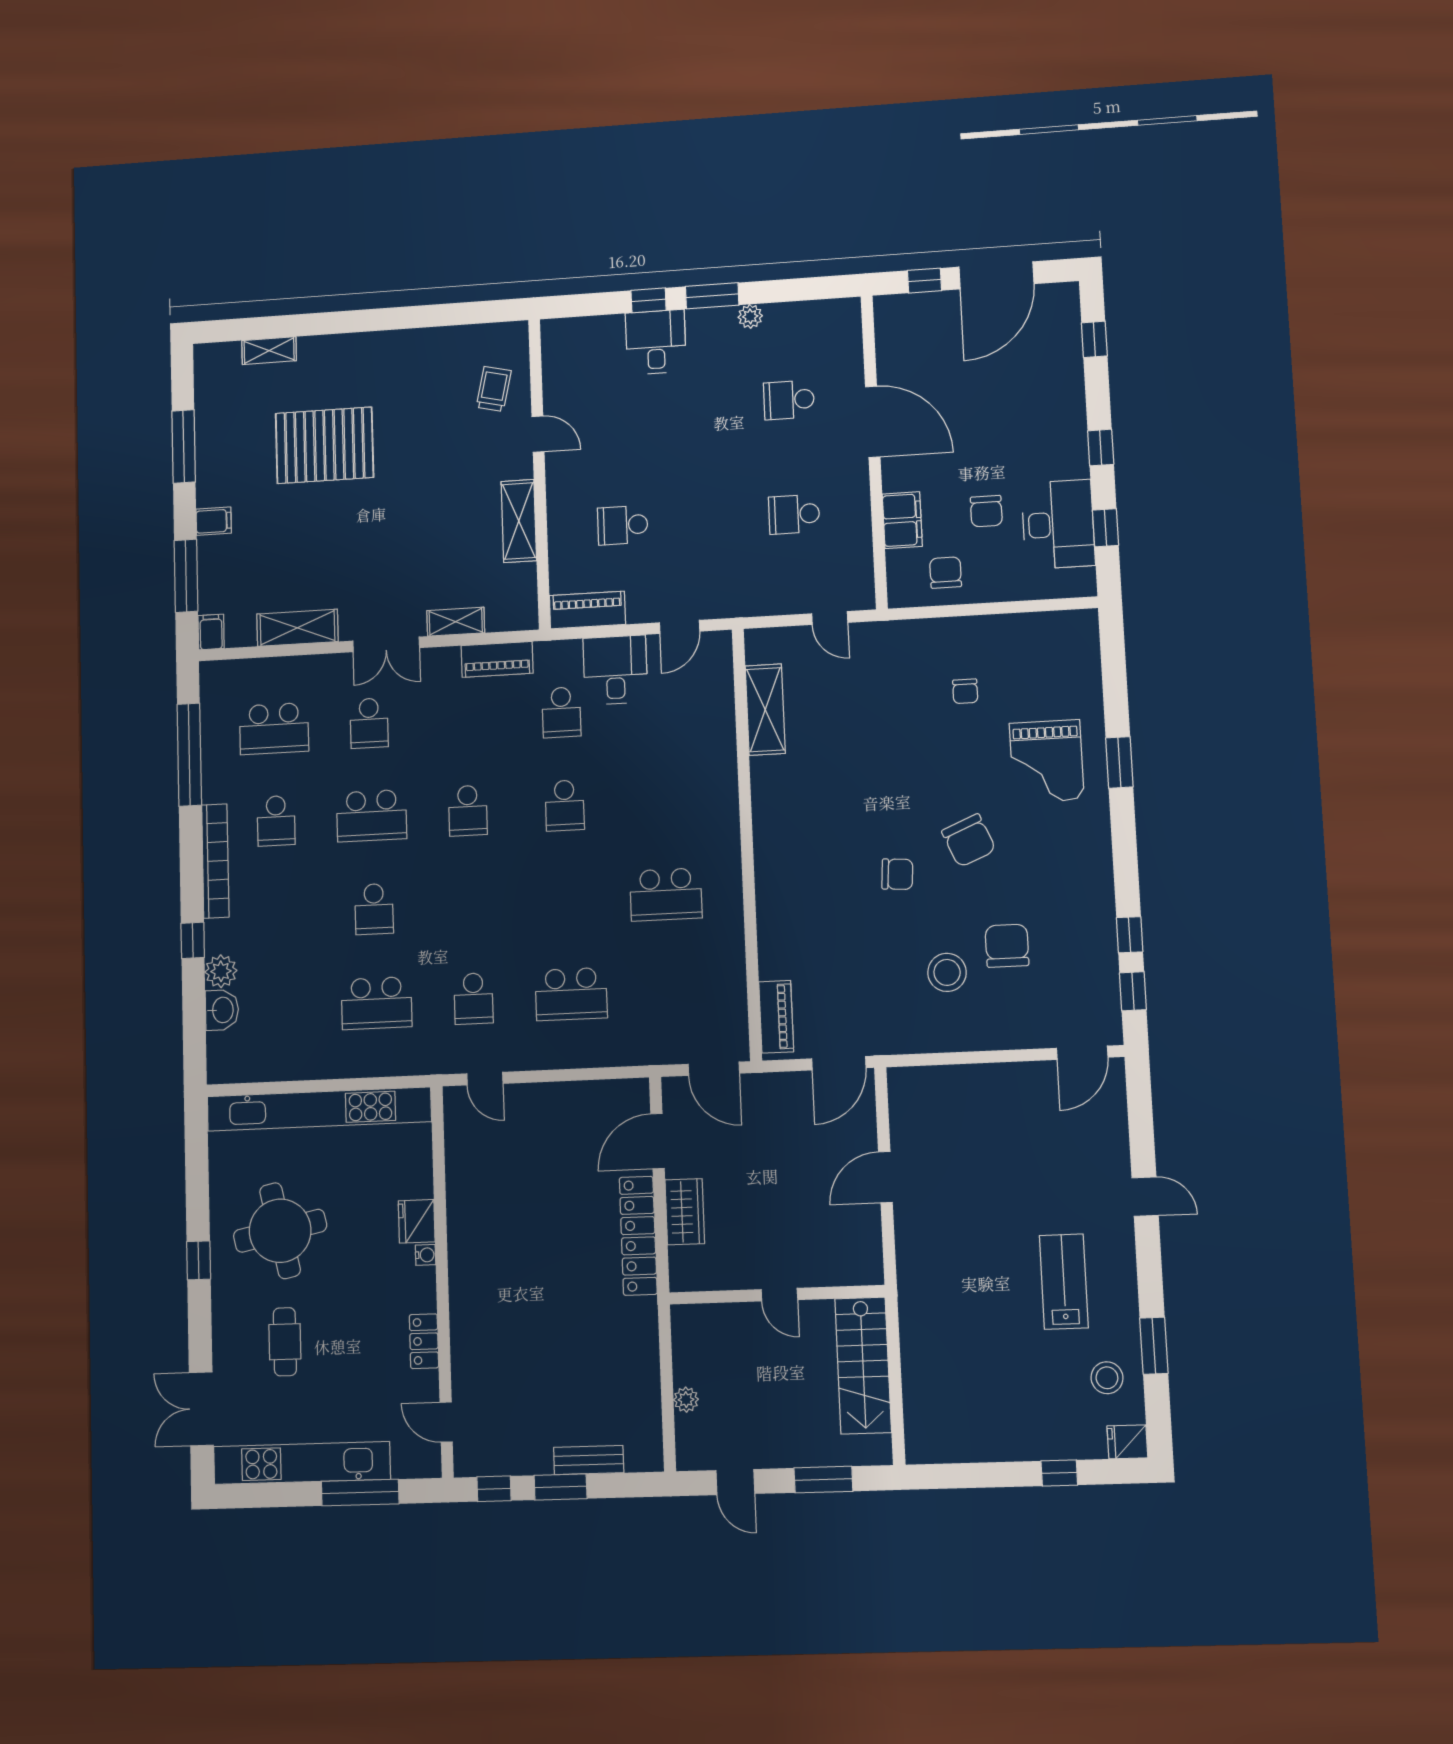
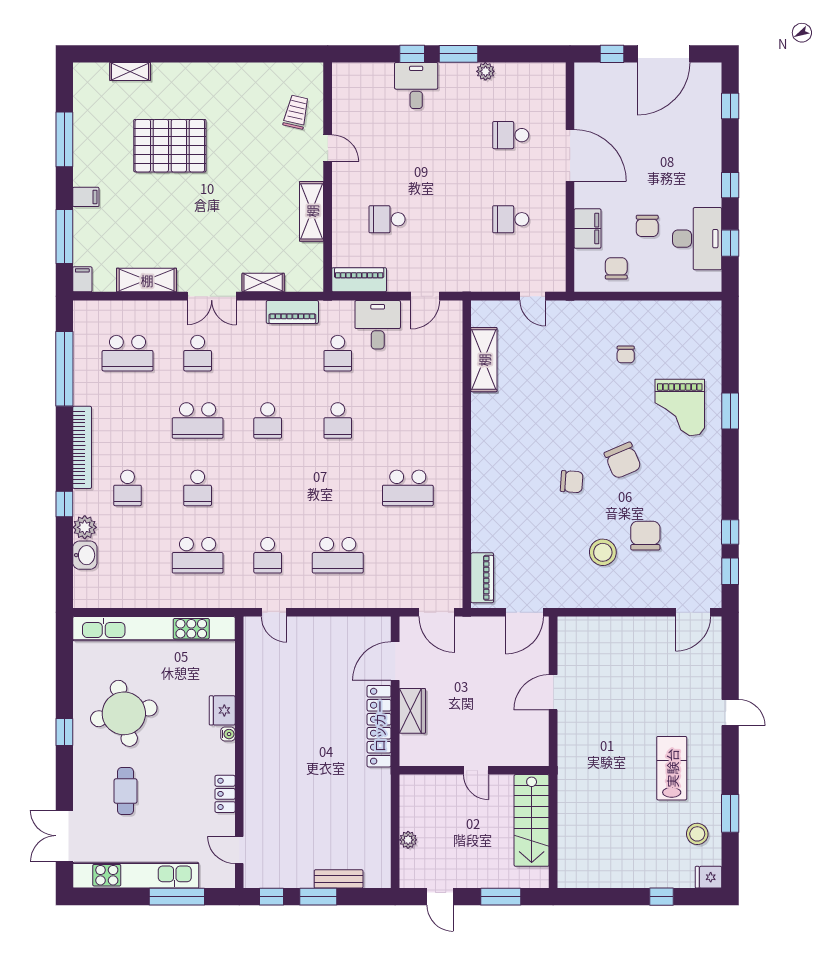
school desk: (276, 821) -> (128, 488), moved

